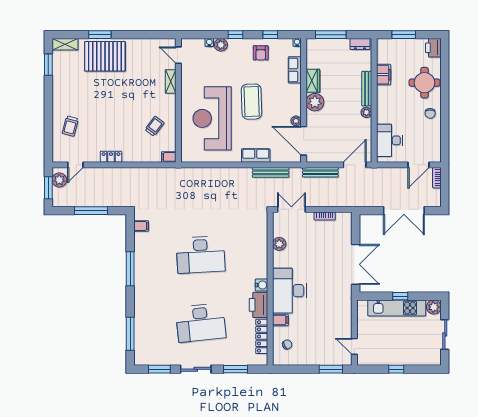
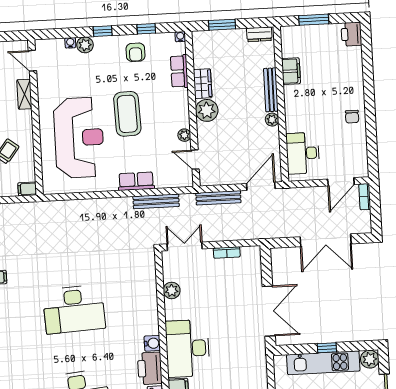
window: (331, 35) -> (222, 25), width x0.69
round table: (425, 83) -> (343, 78), removed
reception desk: (212, 118) -> (79, 138), turned 180
door: (304, 141) -> (195, 160), width x0.53

